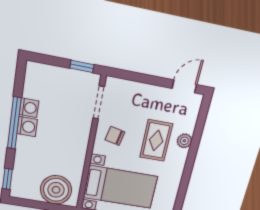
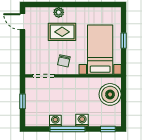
window: (82, 66) -> (23, 101), moved
washing machine: (27, 127) -> (82, 120), moved

